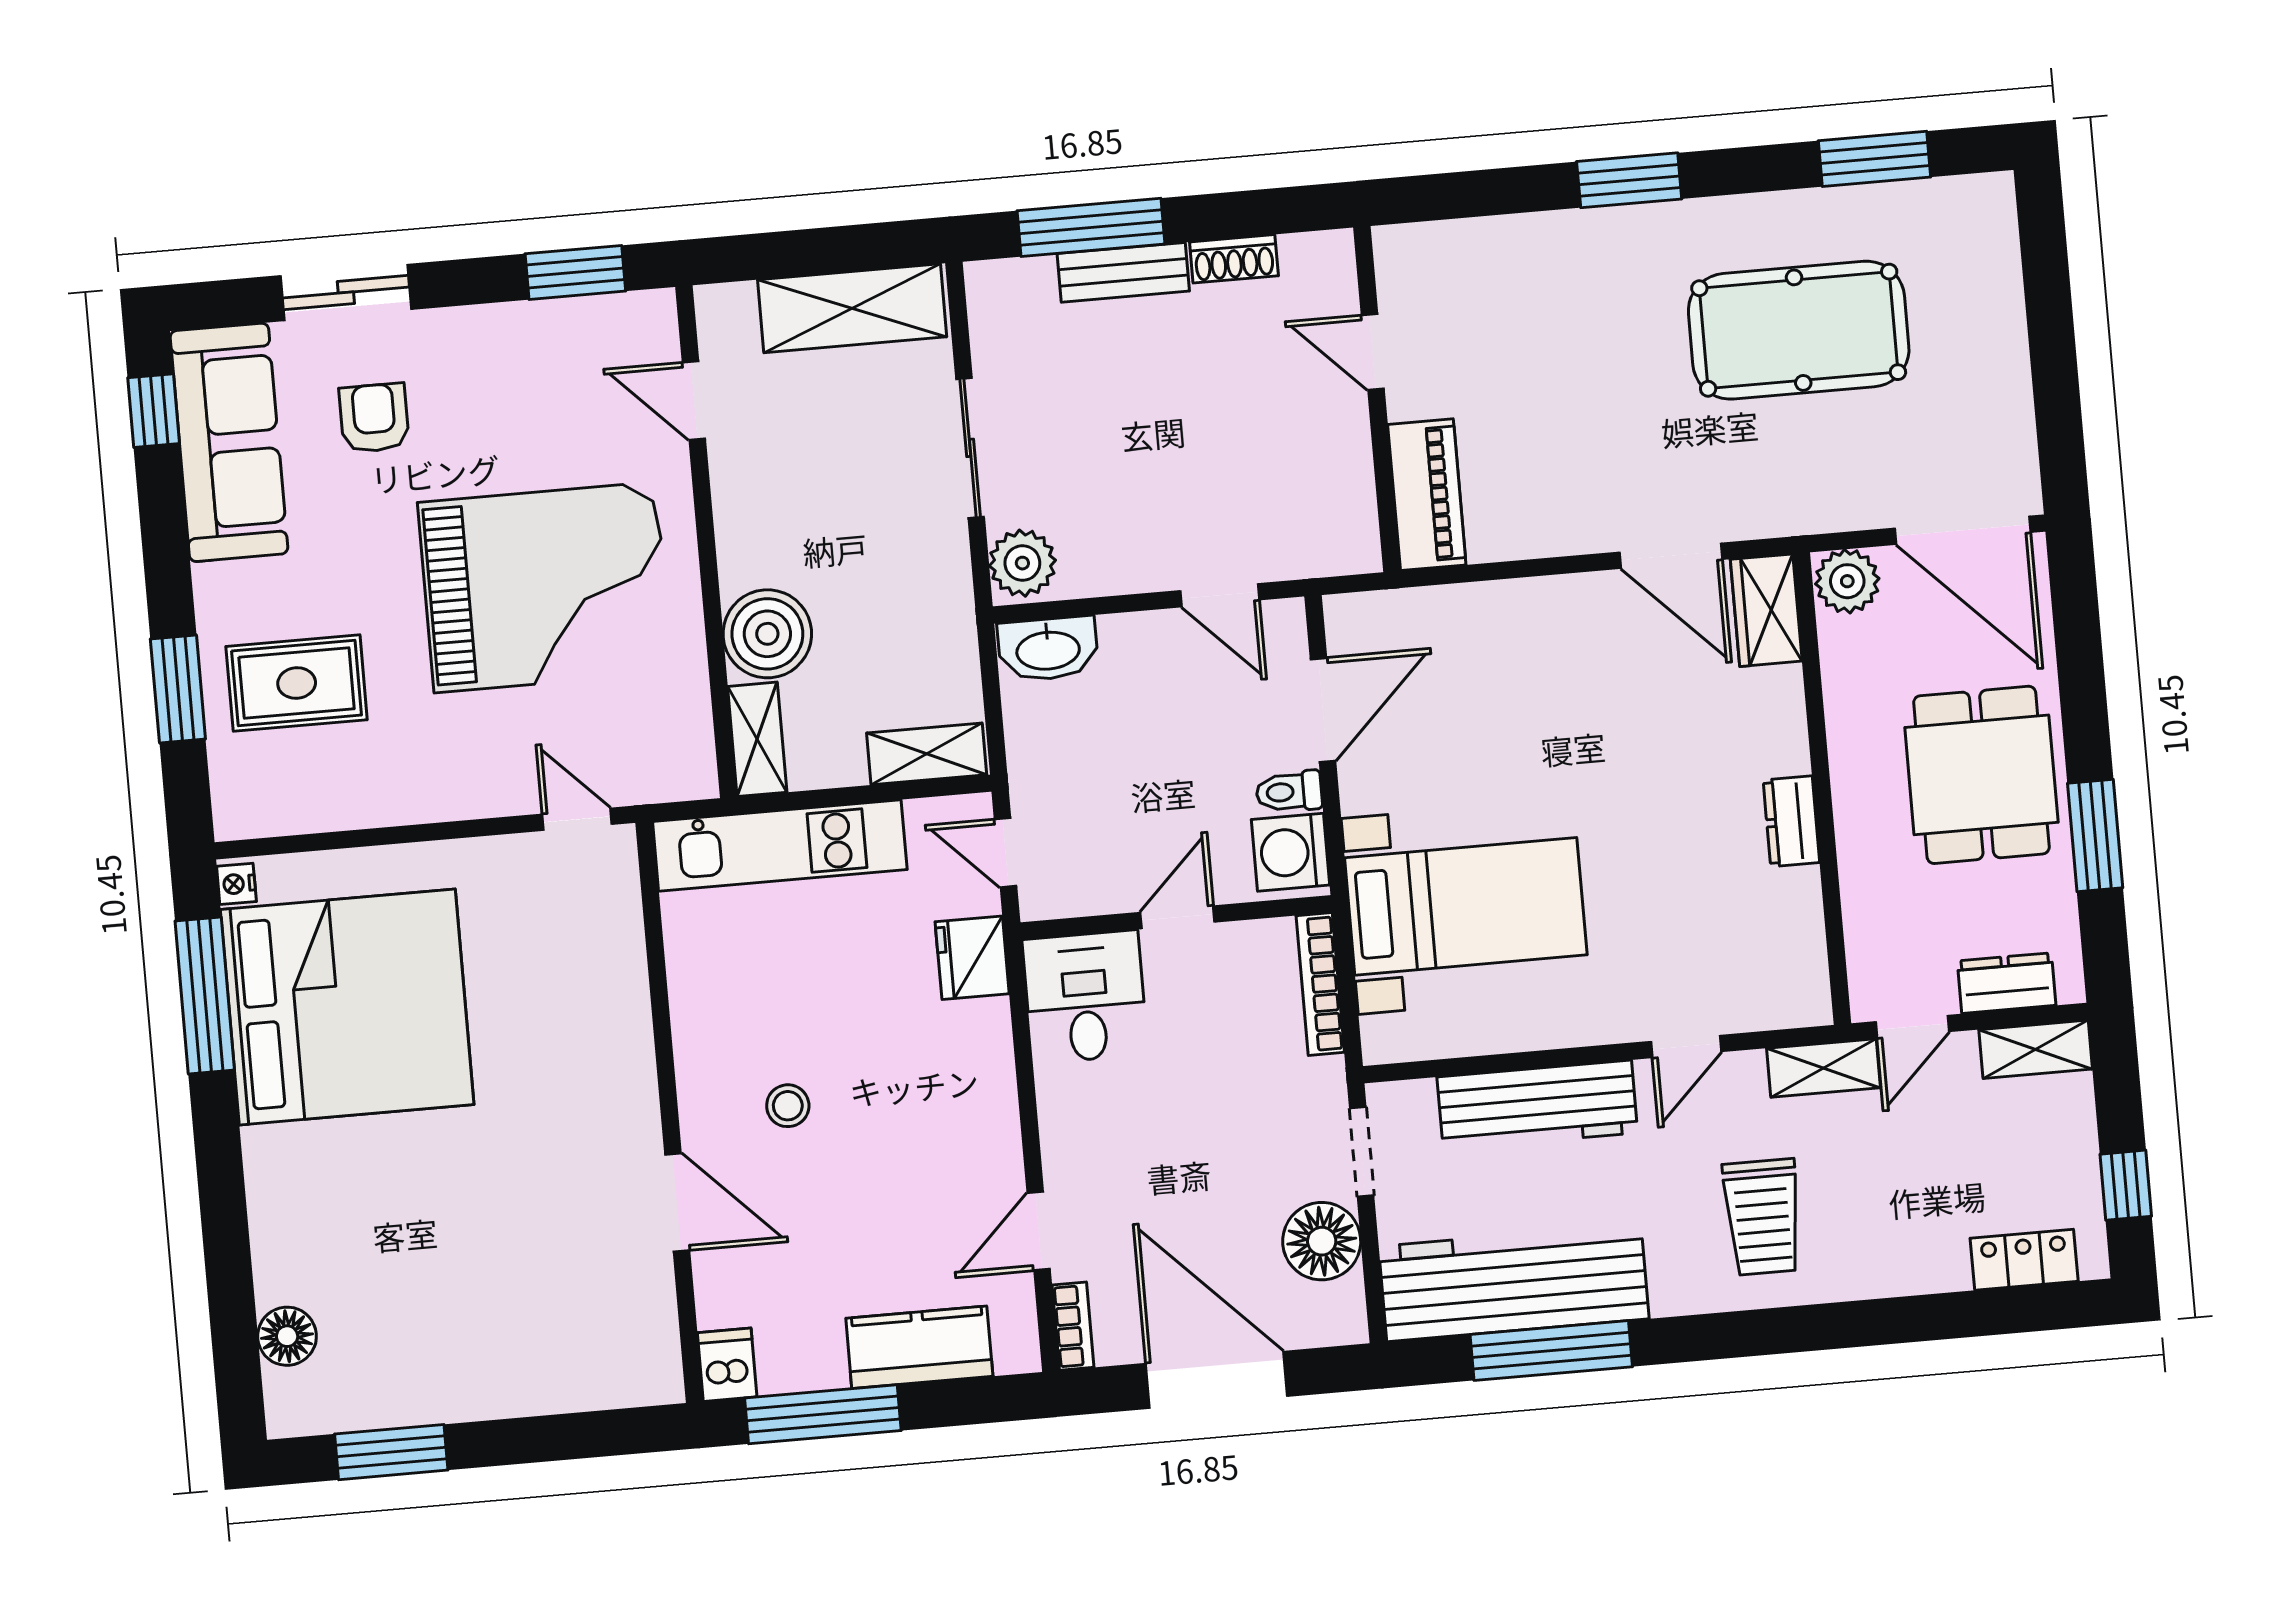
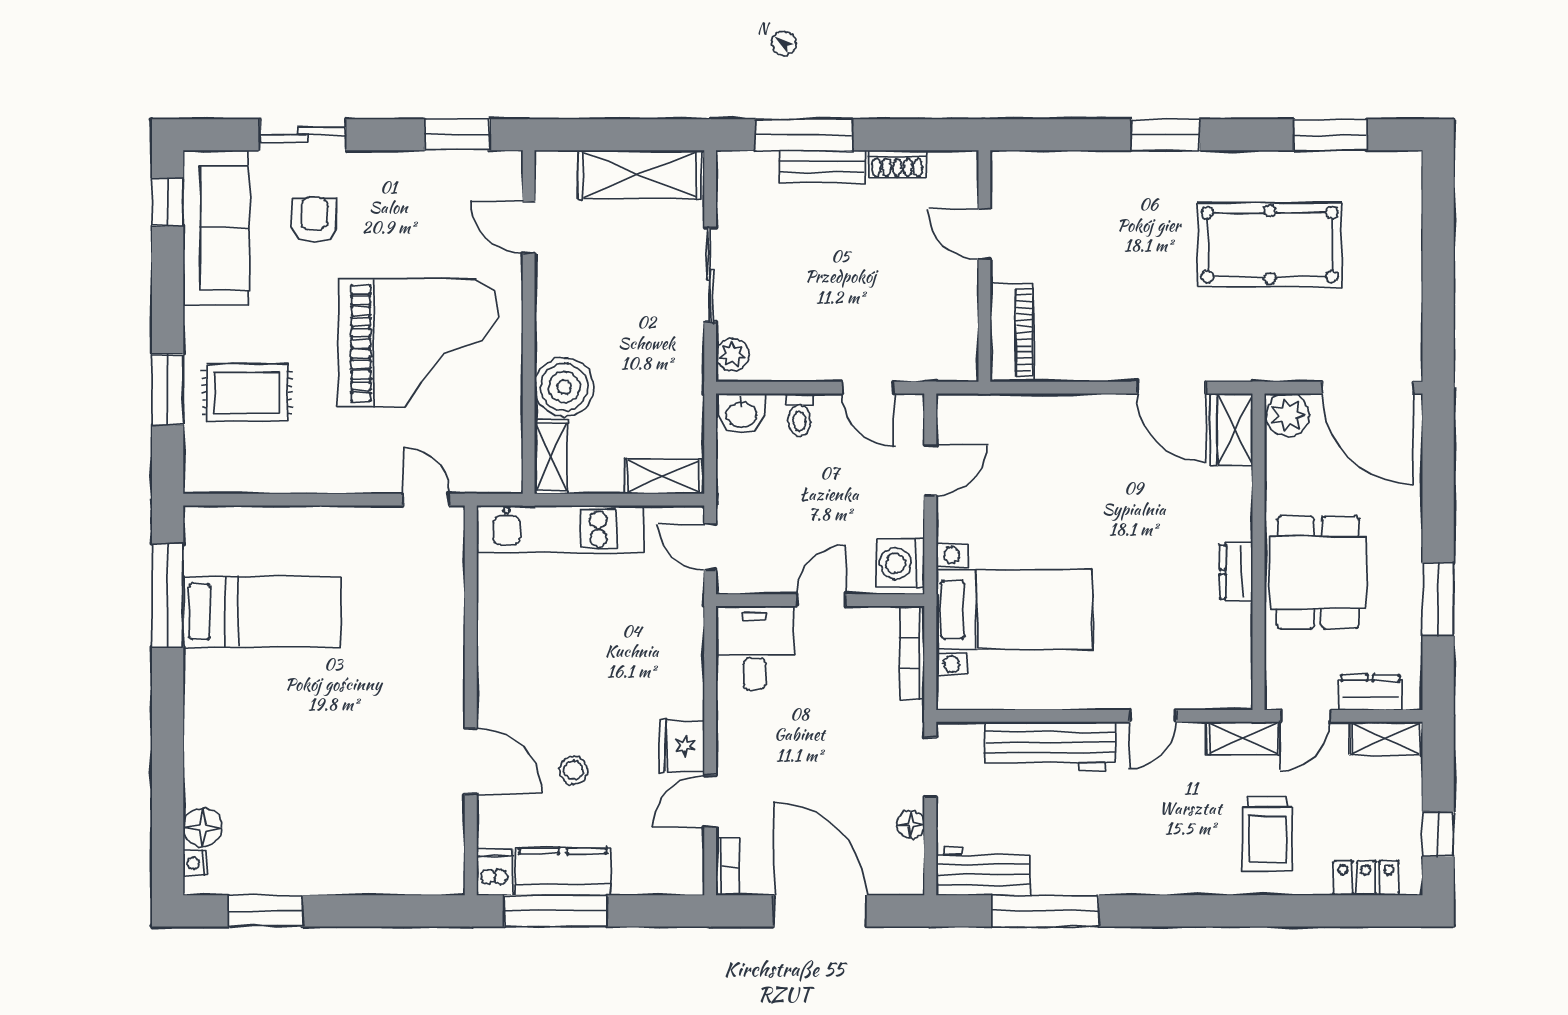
plant: (1022, 563) -> (732, 355), width x0.73, depth x0.73
washbasin: (1048, 649) -> (741, 413), width x0.72
door: (1323, 710) -> (930, 470), width x0.73
dining table: (1981, 775) -> (1318, 572), moved
toilet: (1289, 792) -> (799, 415), moved, turned -90
nightstand: (236, 884) -> (195, 863), moved
fridge: (972, 958) -> (682, 746), moved
bed: (347, 1007) -> (262, 611), width x0.49
stool: (788, 1106) -> (574, 770), moved
trolley: (1763, 1217) -> (1267, 834), moved
floor lamp: (1322, 1241) -> (911, 825), width x0.53, depth x0.53
workbench: (1514, 1283) -> (983, 871), width x0.53, depth x0.76
kitchen counter: (919, 1347) -> (563, 872), moved

